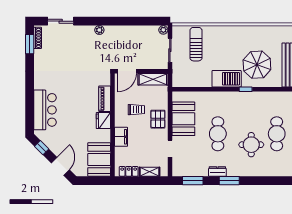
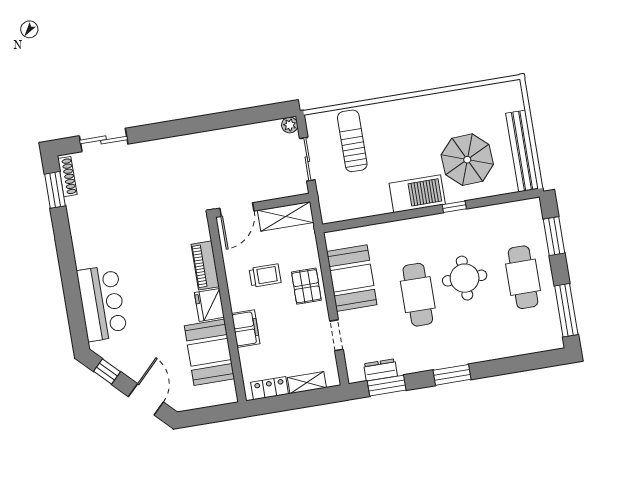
plant: (99, 30) -> (175, 144), removed
round table: (251, 145) -> (465, 278), moved
booth: (99, 159) -> (209, 352), moved
dresser: (217, 171) -> (380, 370), moved

